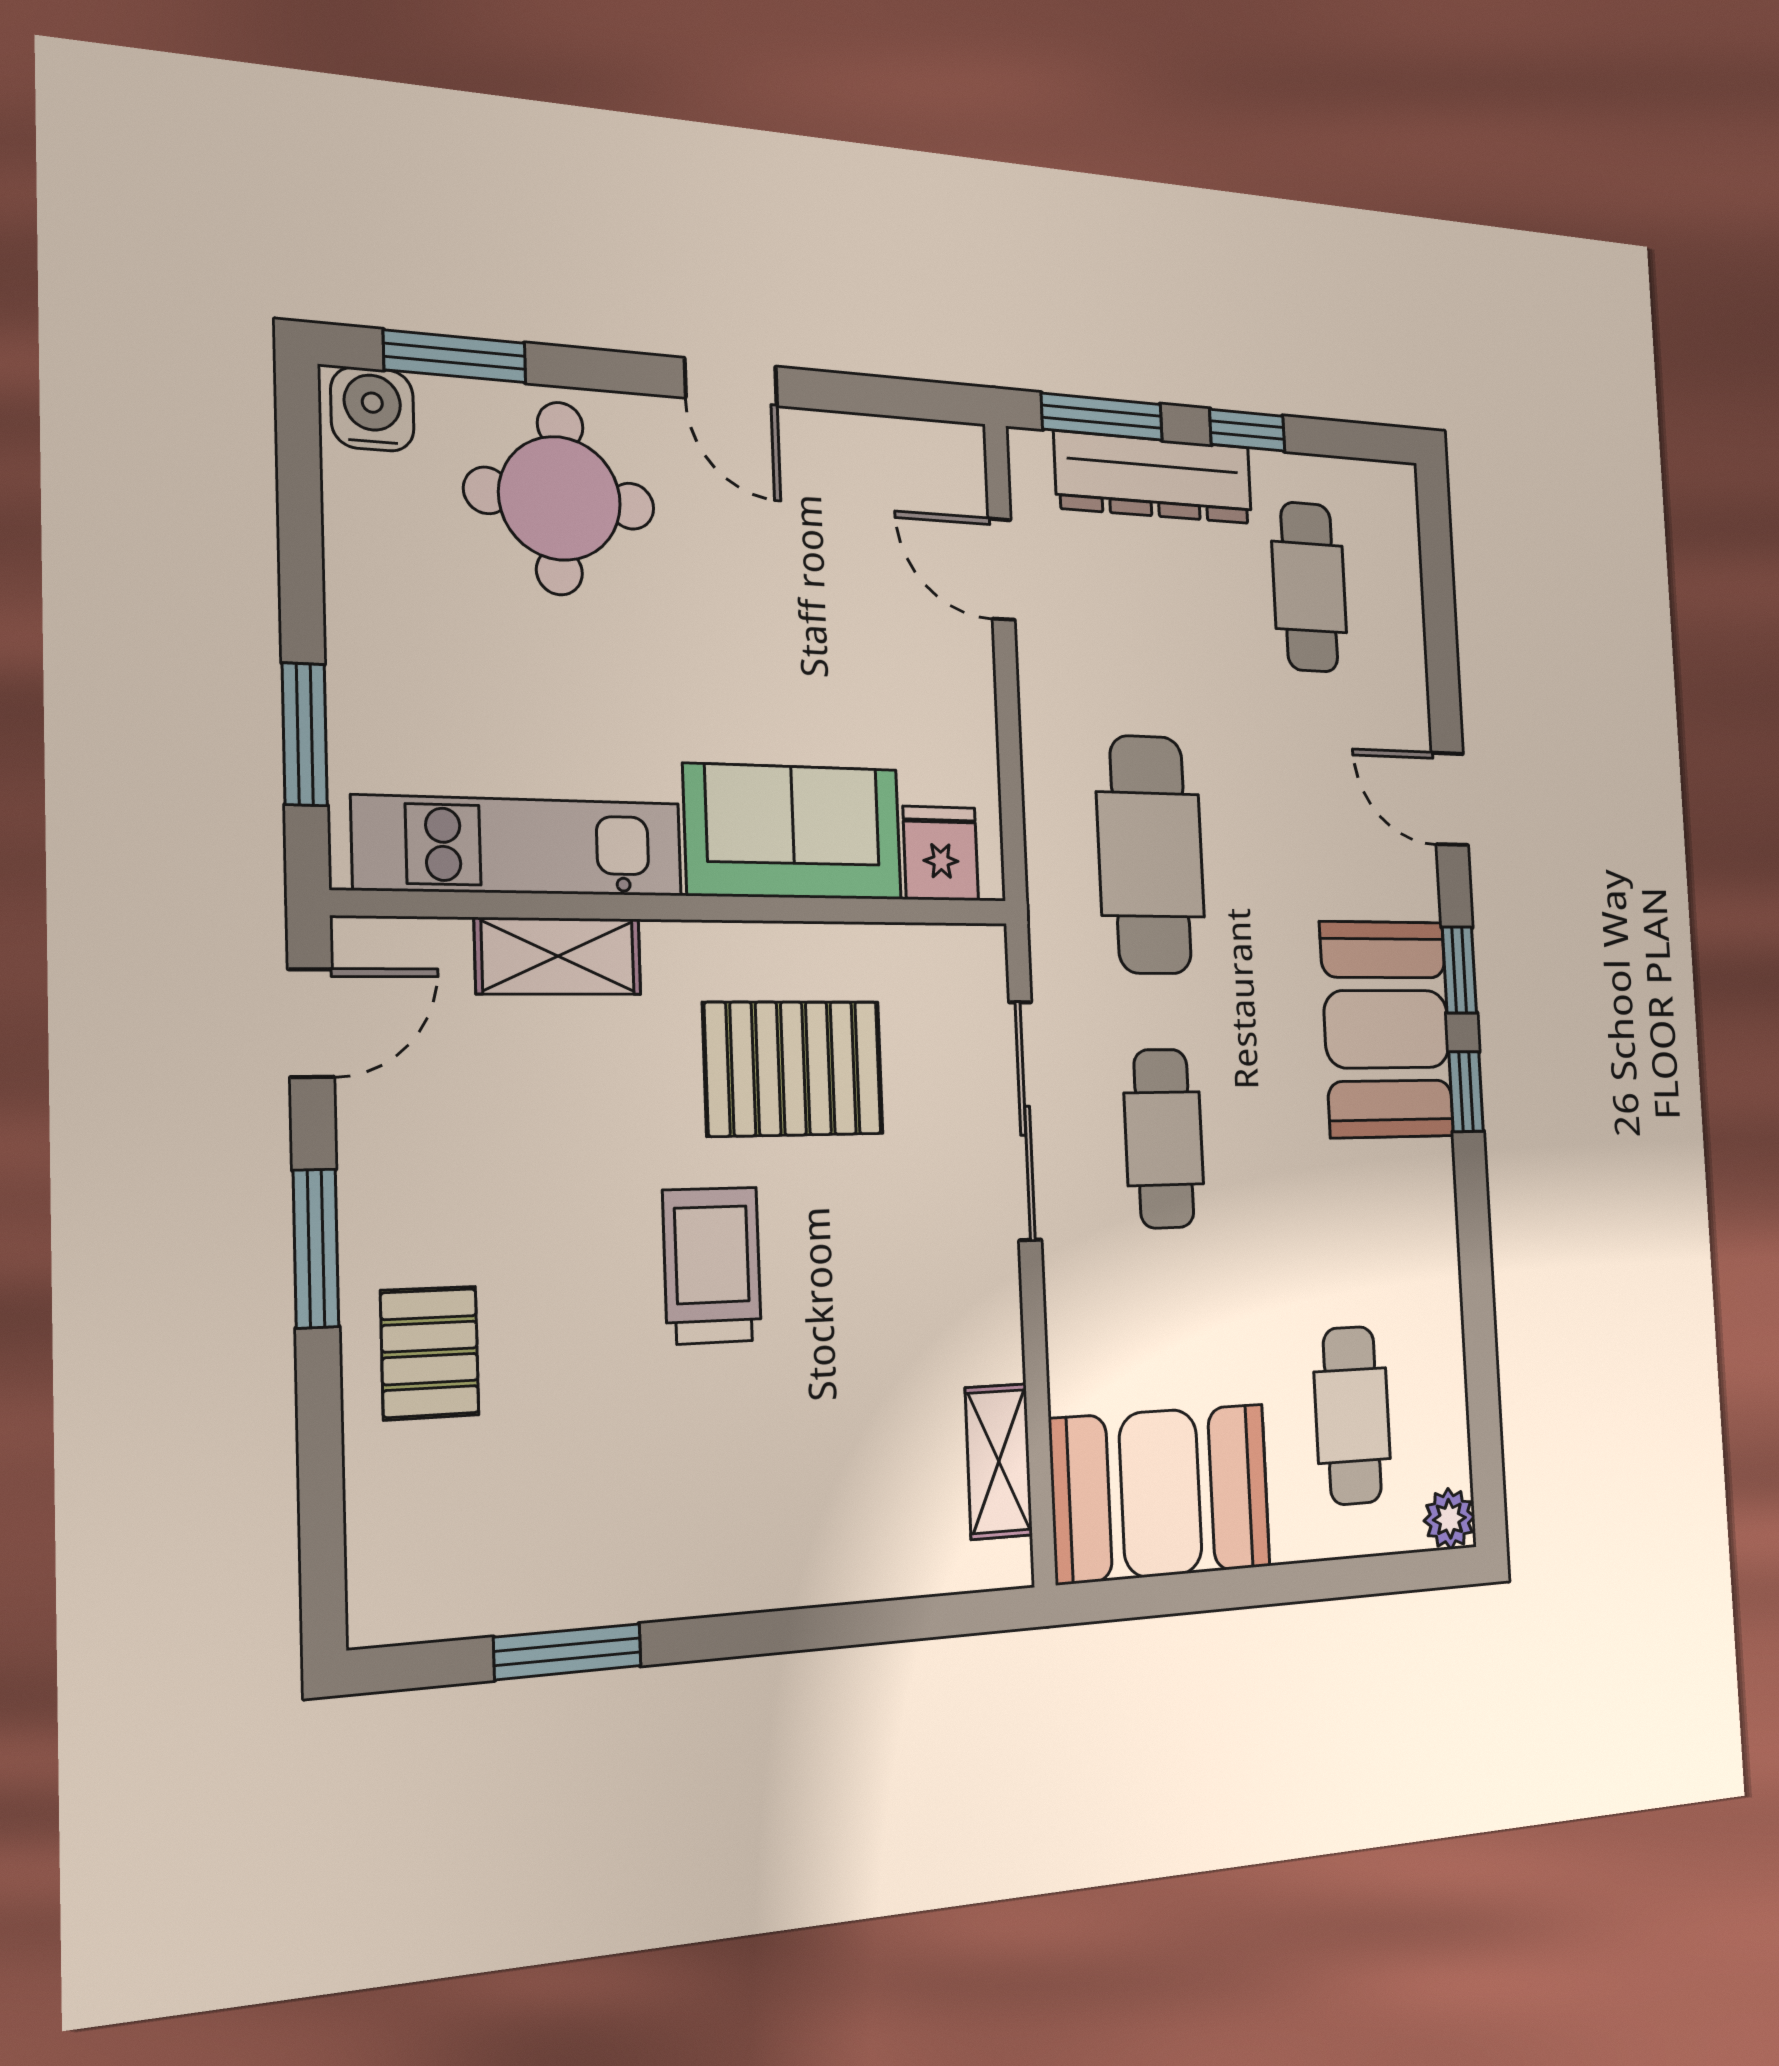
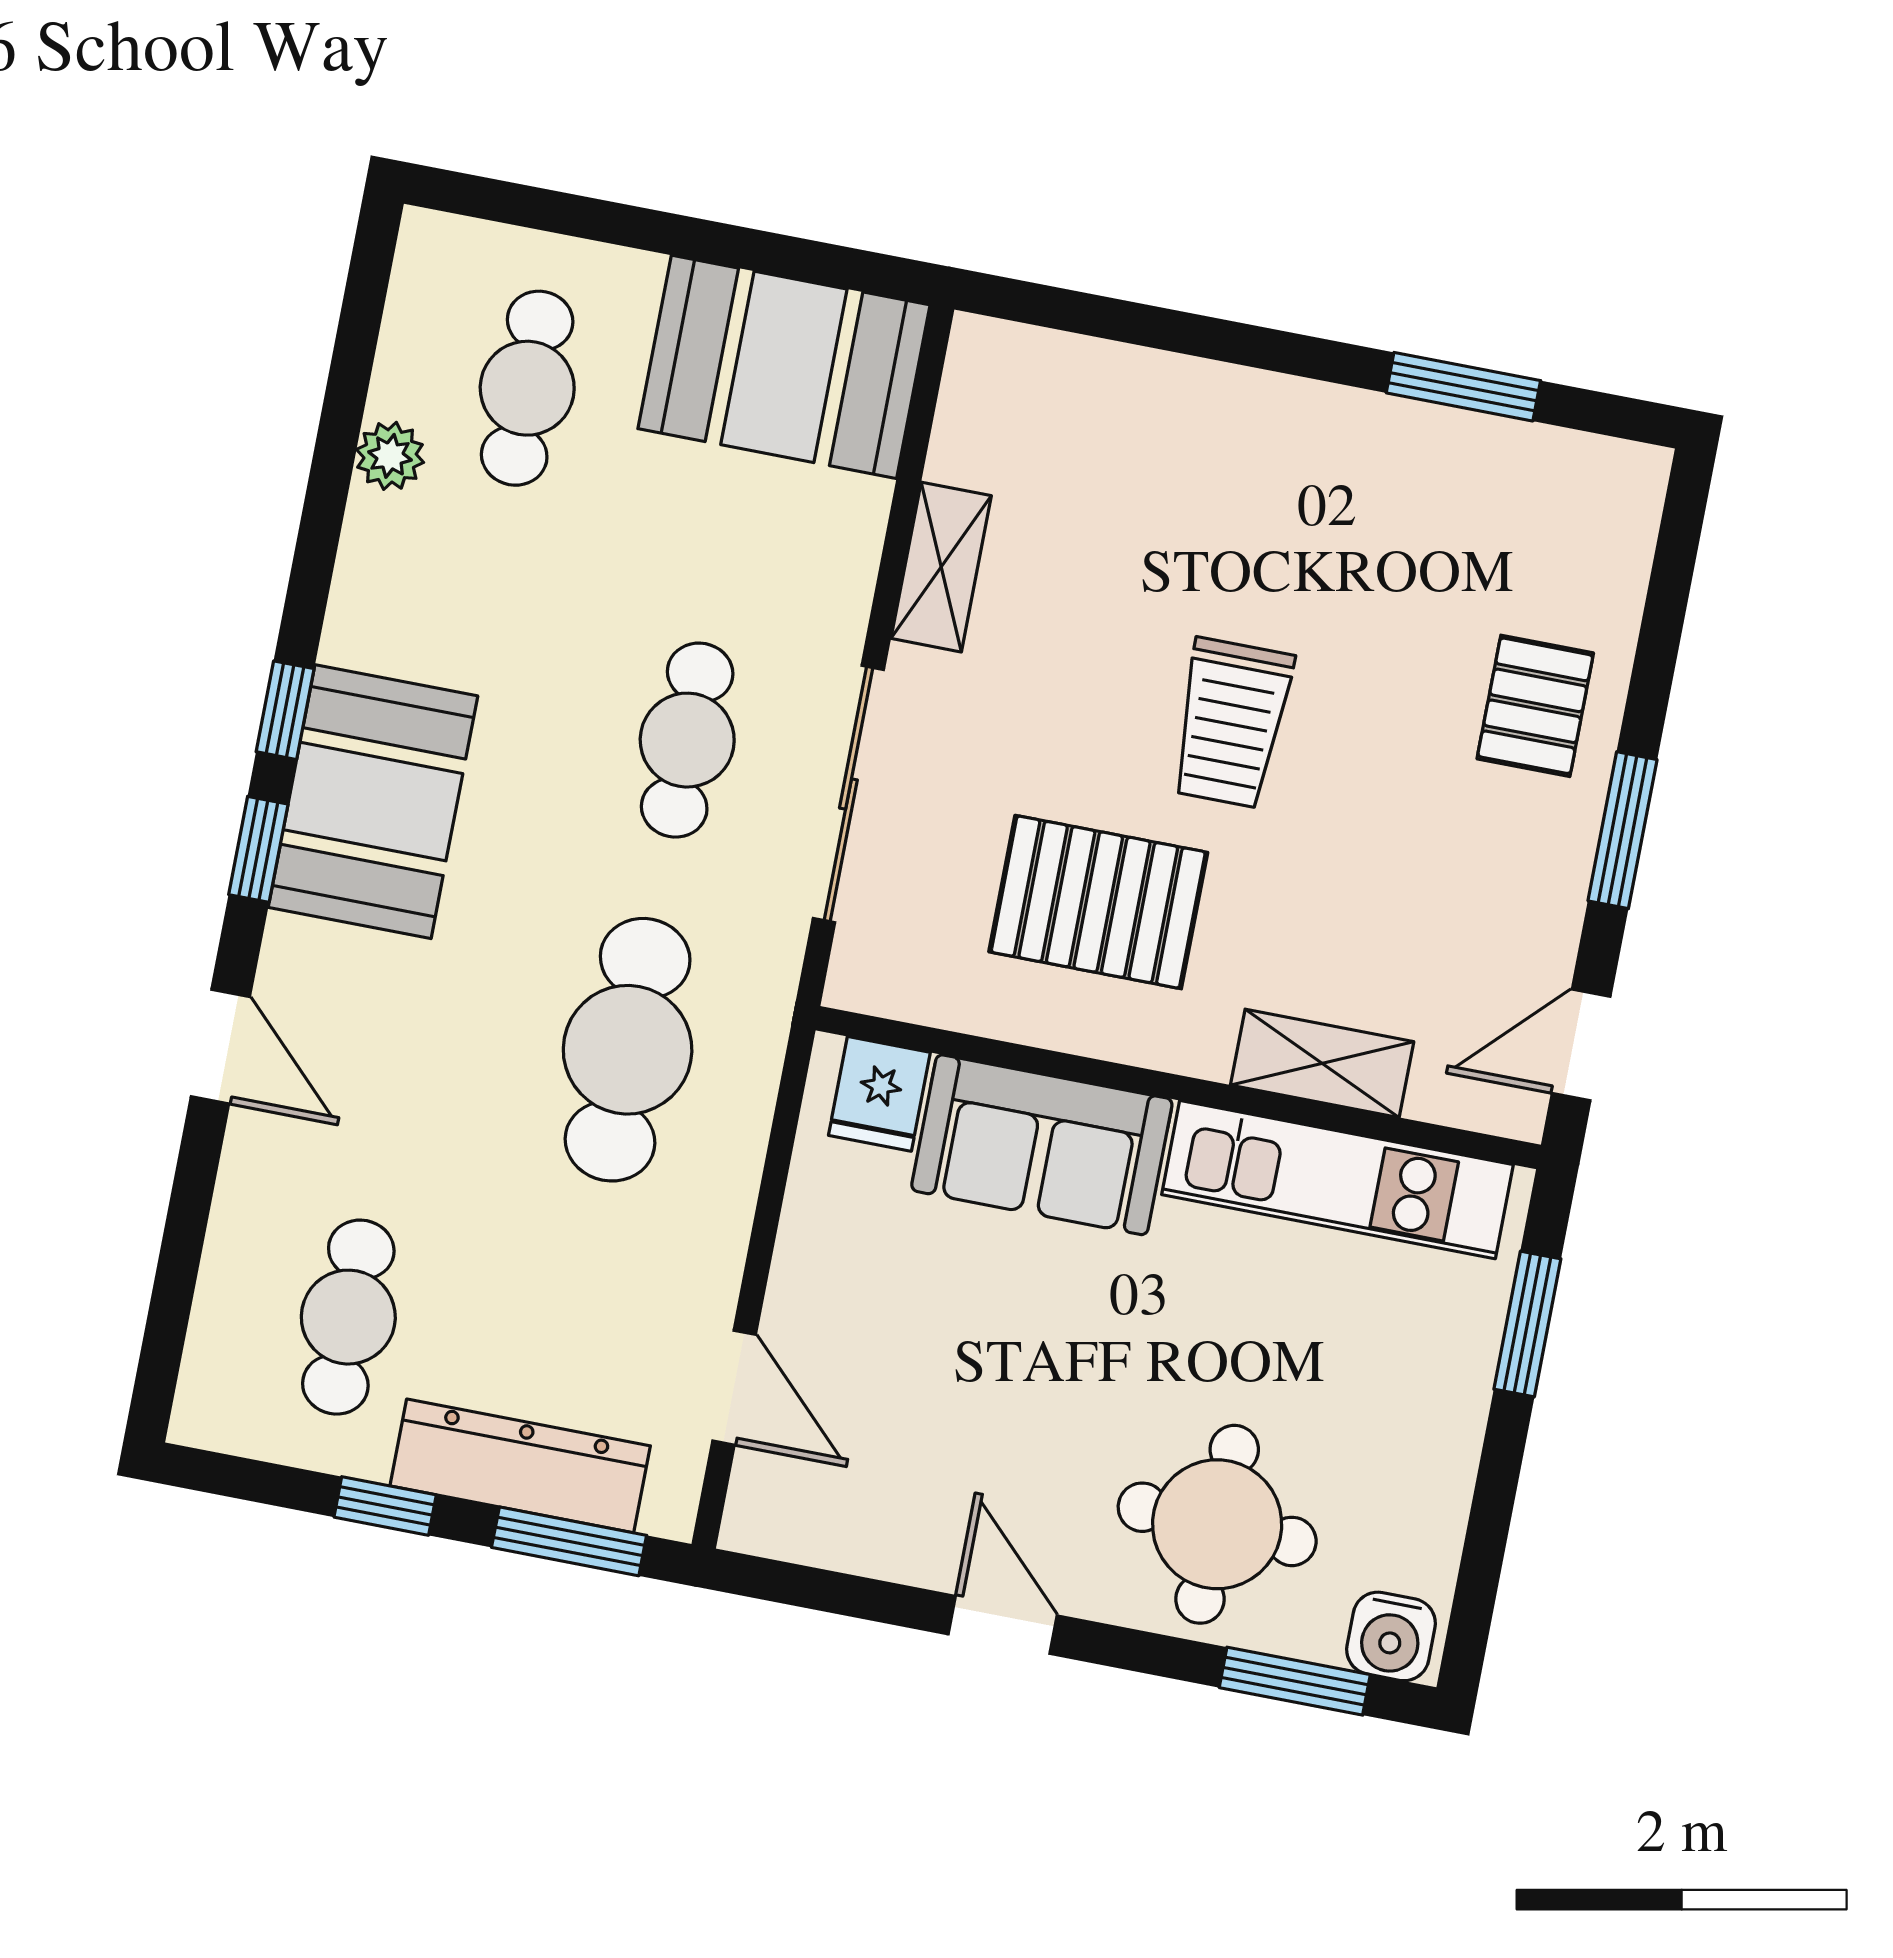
shelving: (999, 1461) -> (941, 567), moved
plant: (1449, 1519) -> (390, 456), moved

